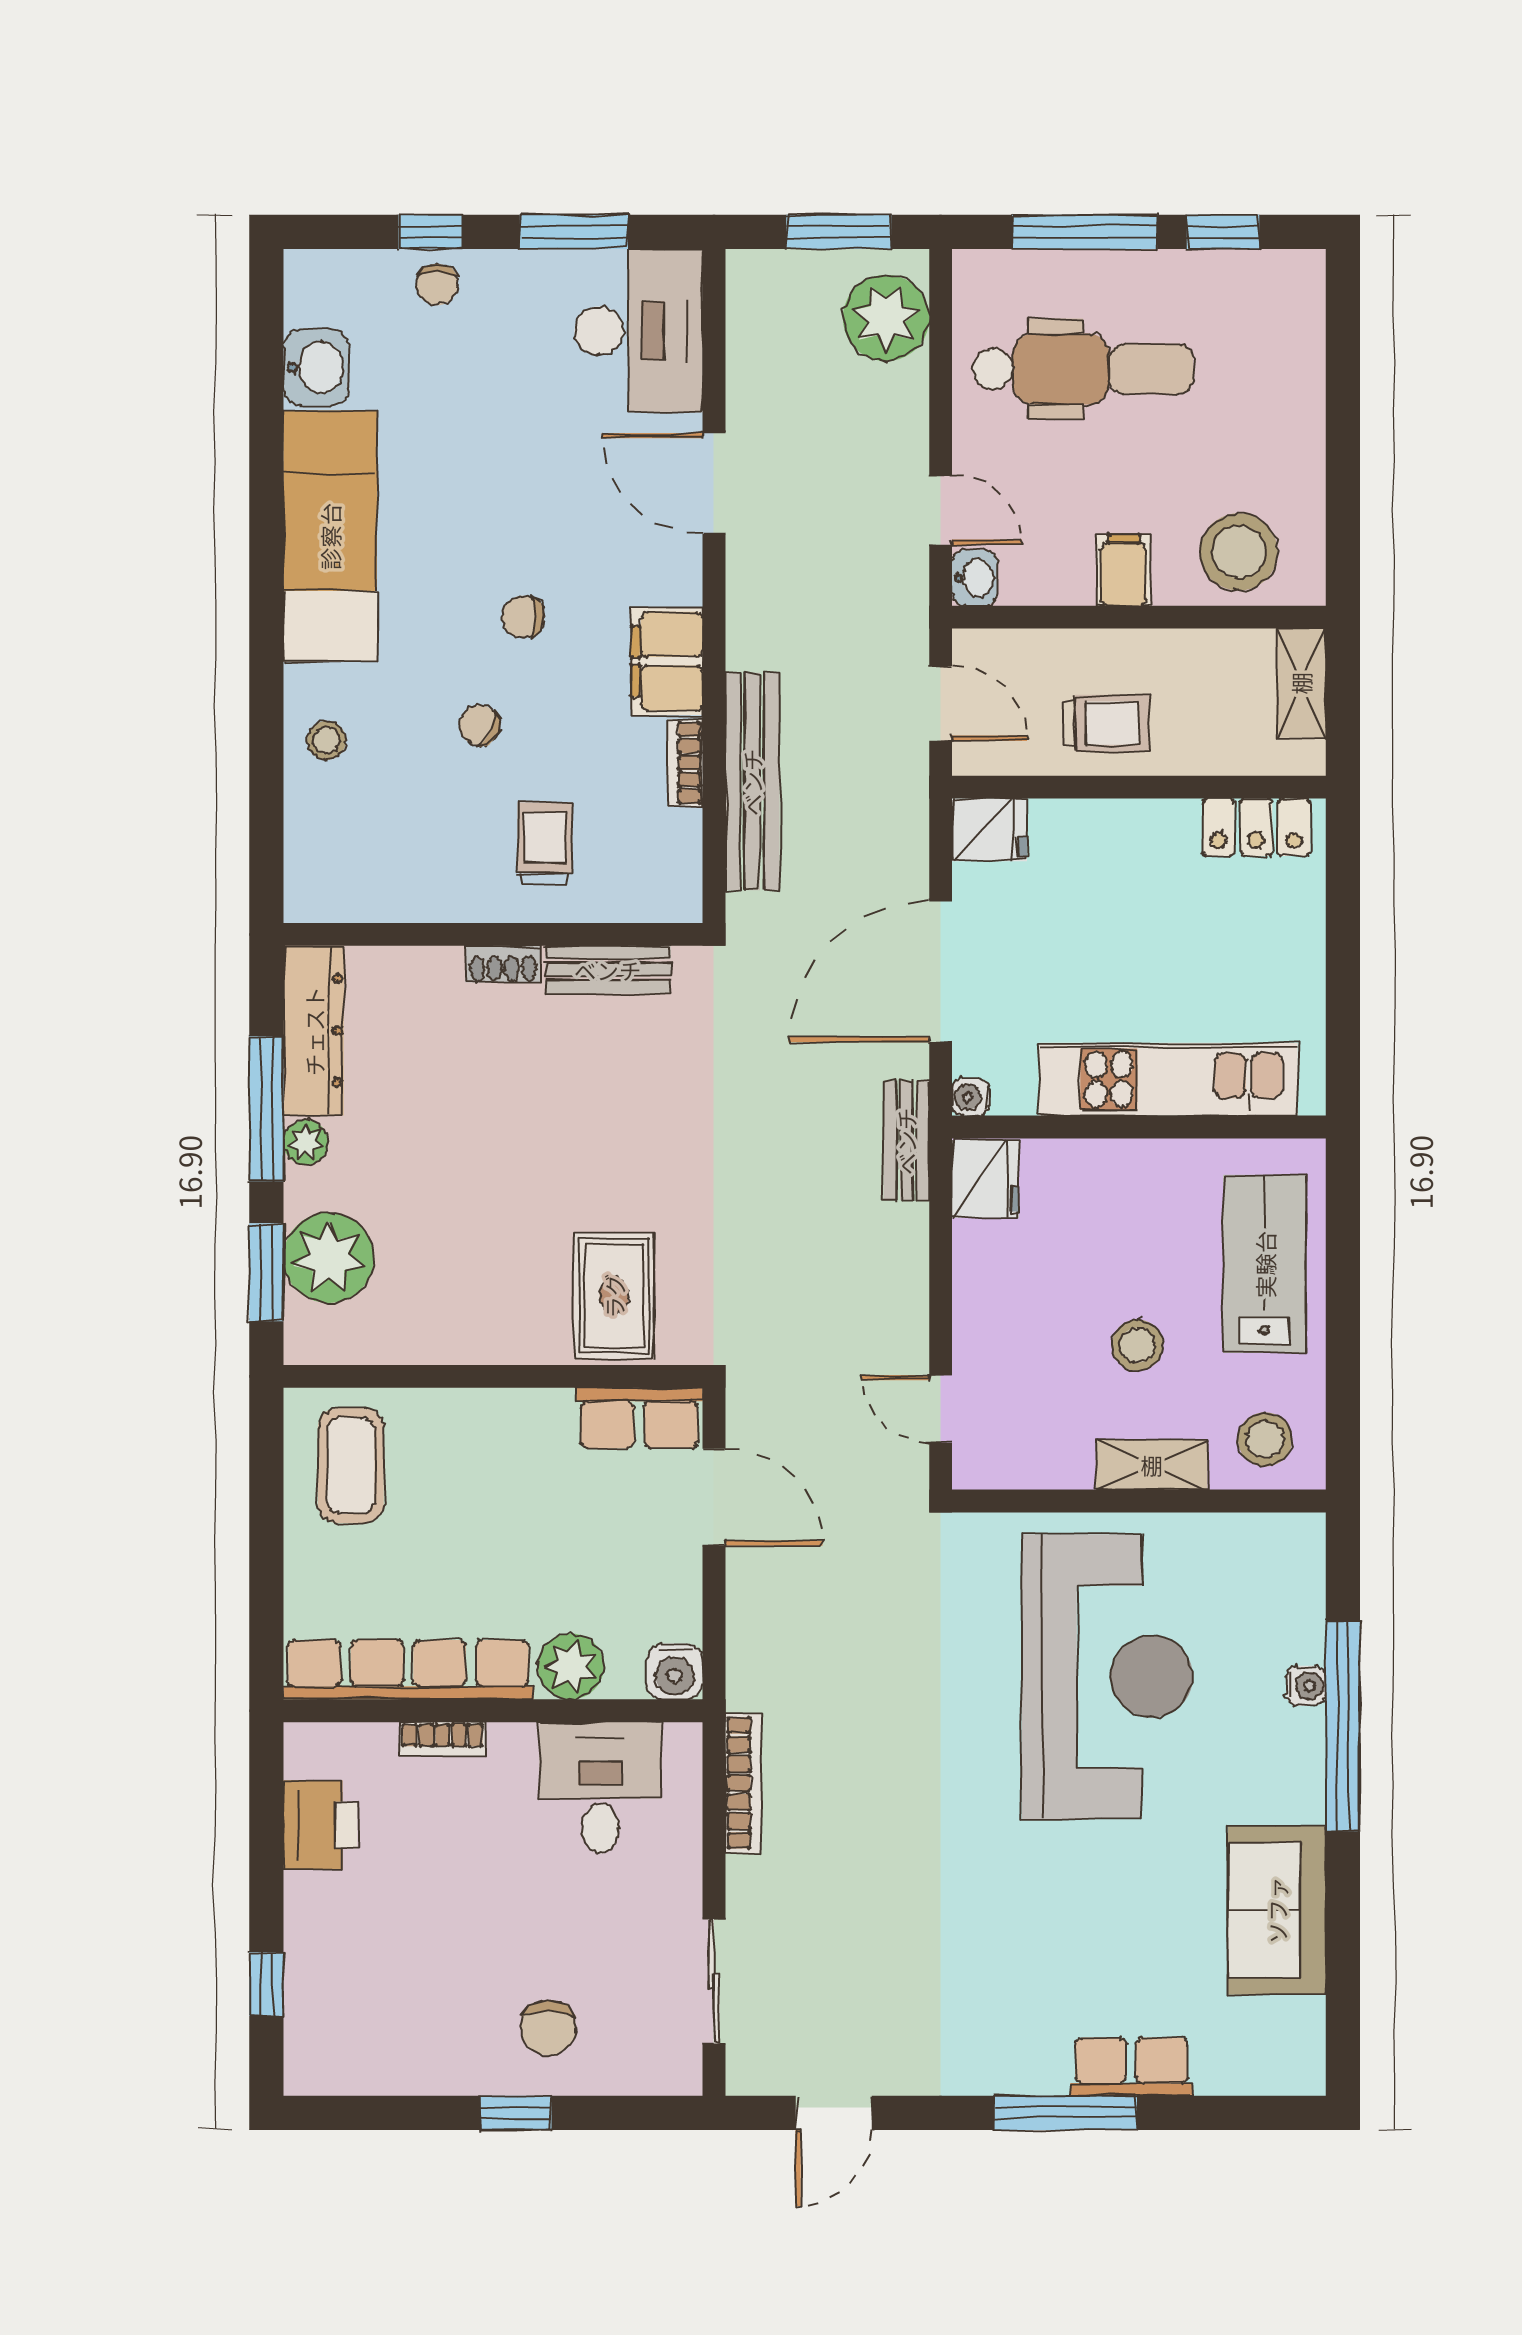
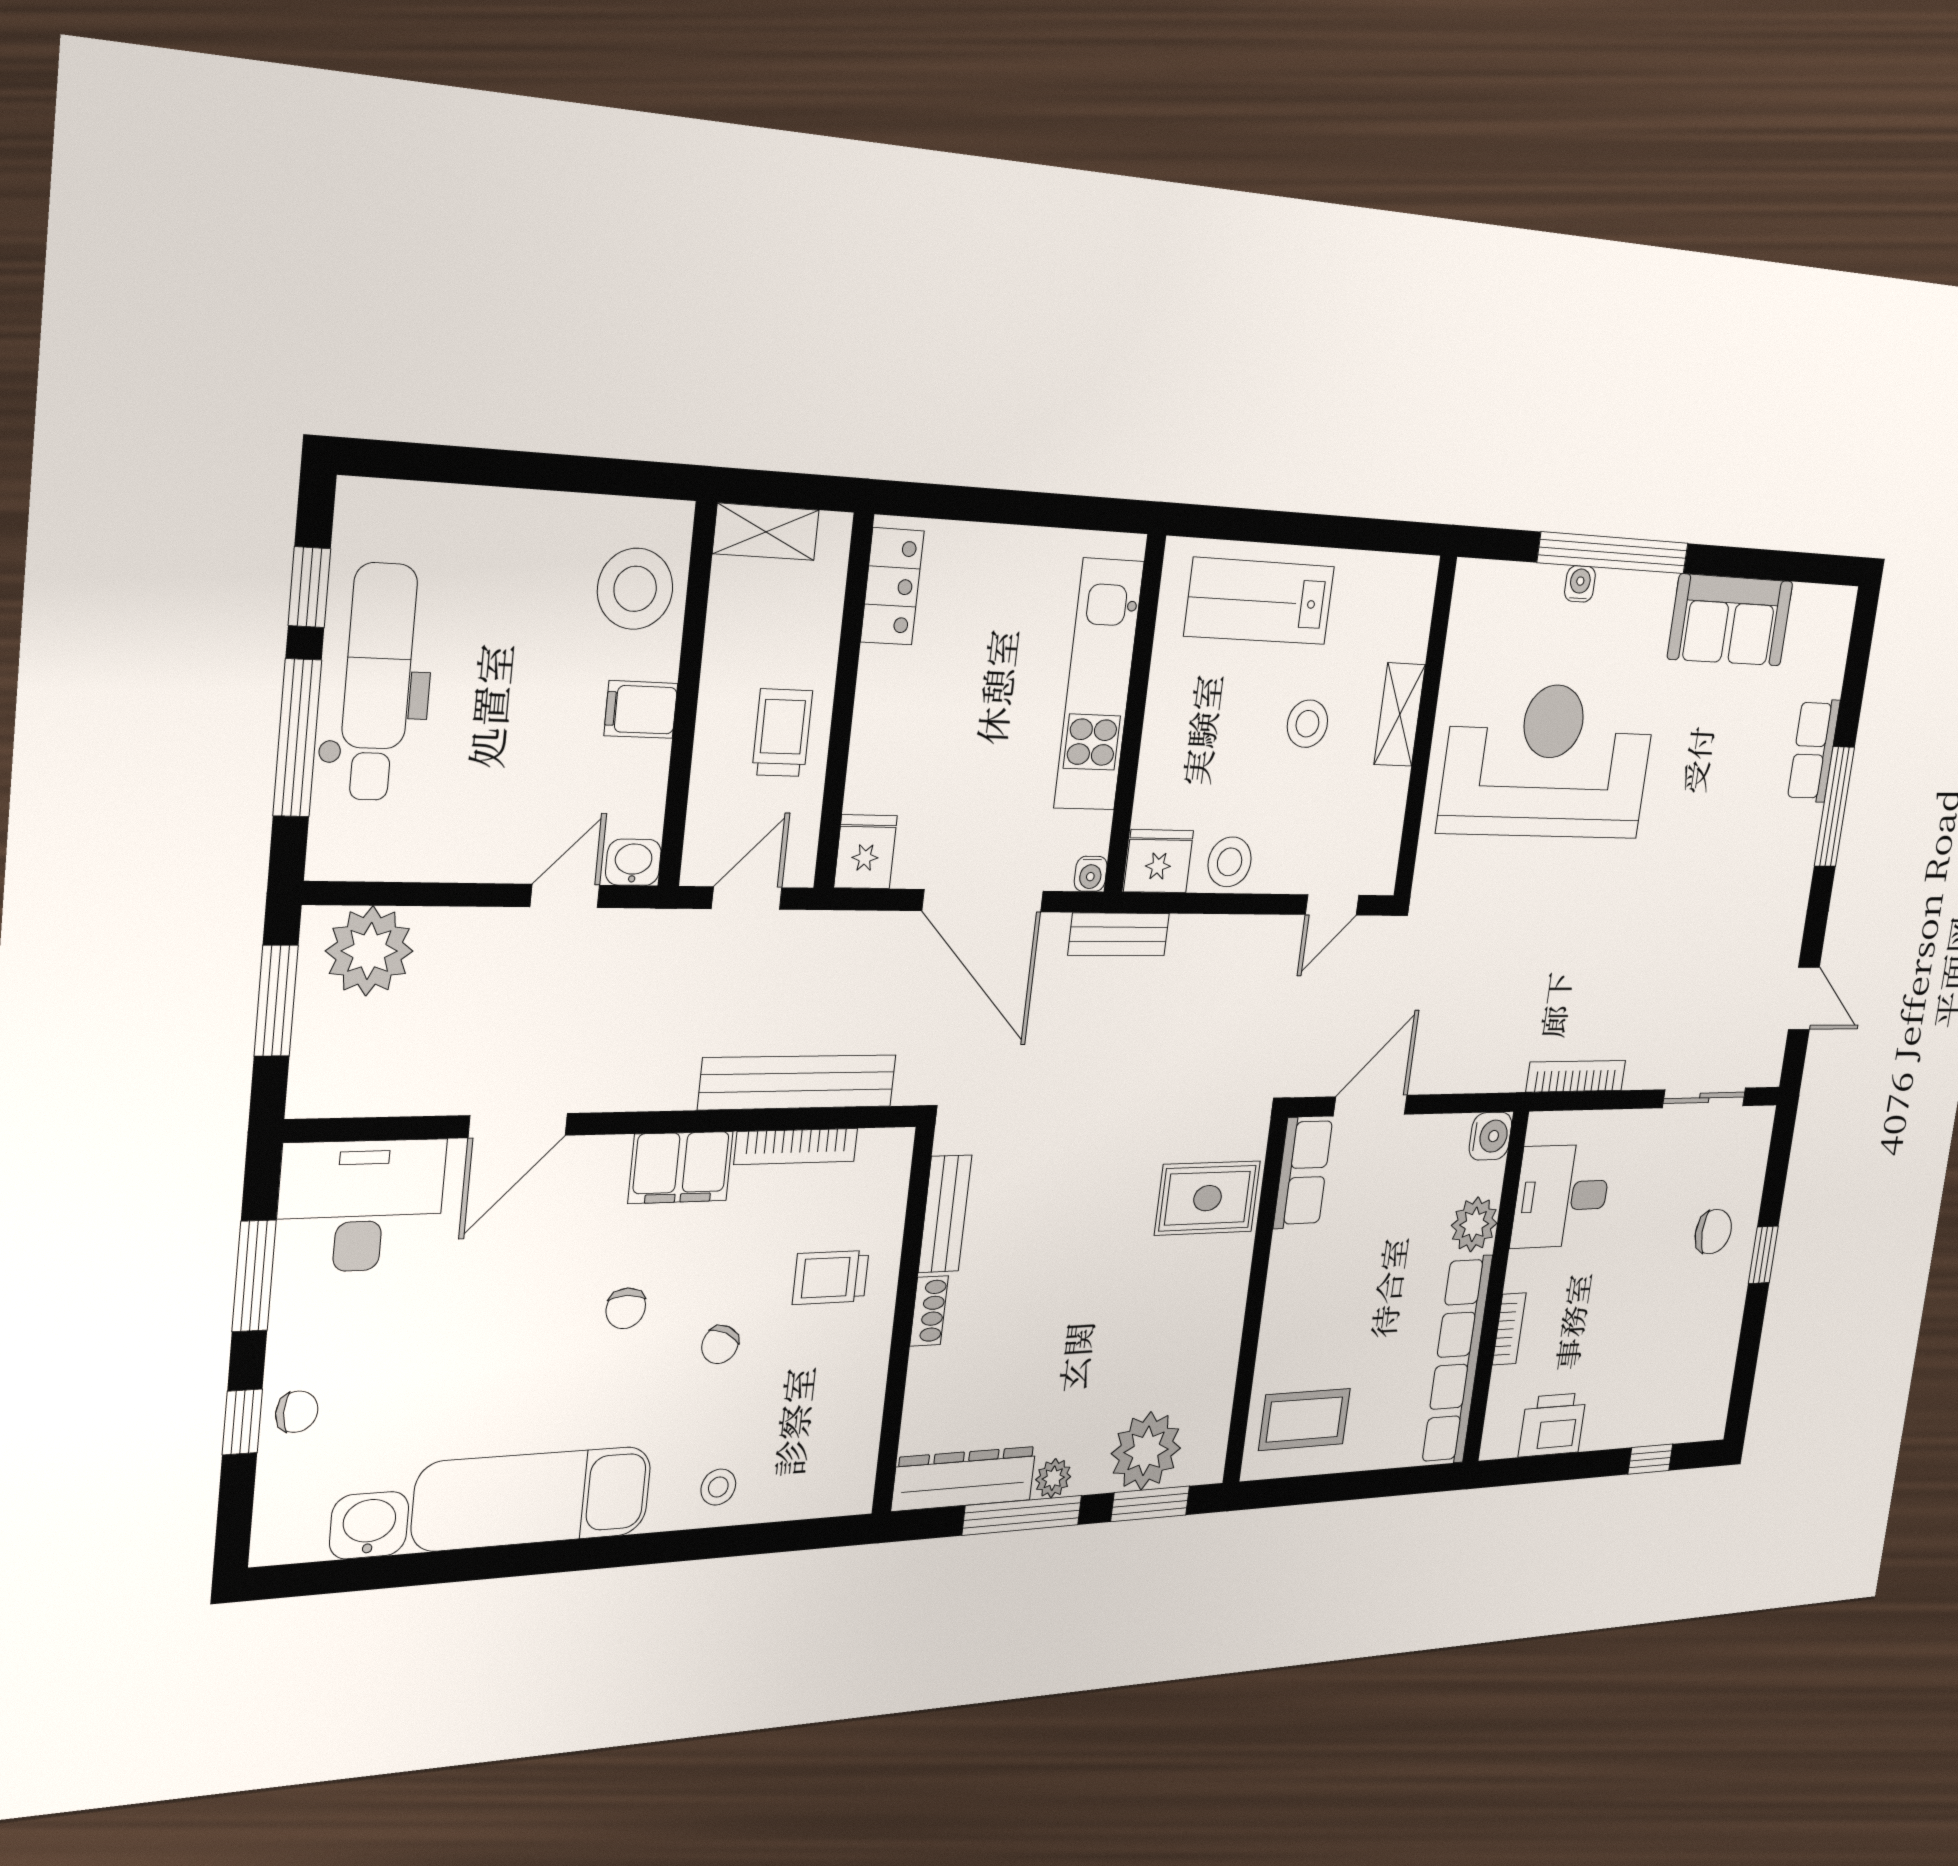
dental chair: (1083, 369) -> (378, 682), moved
bookcase: (685, 763) -> (796, 1146), width x1.56
stool: (1265, 1439) -> (1230, 862), moved

